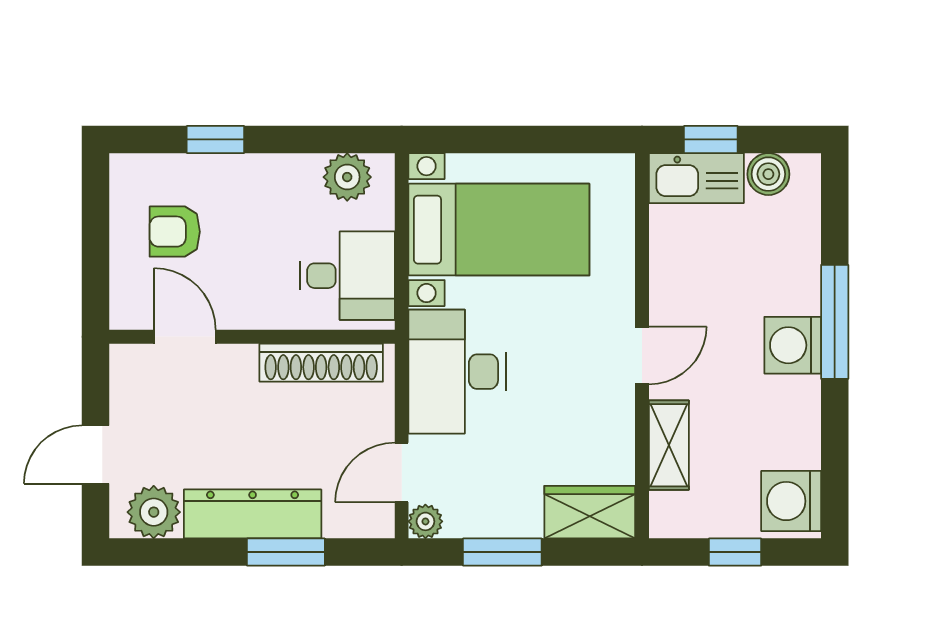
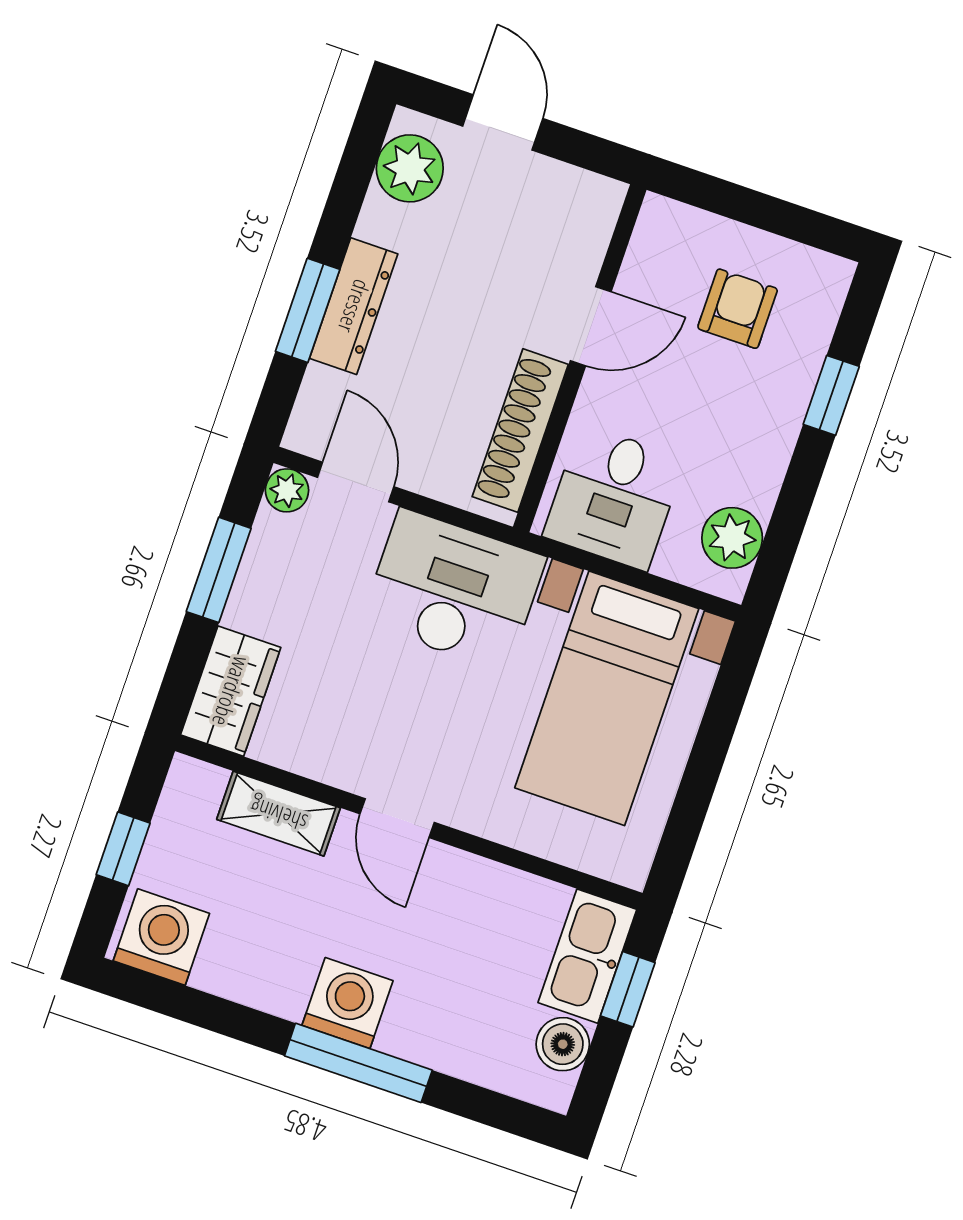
door: (185, 337) -> (591, 326), moved
dresser: (253, 514) -> (354, 306), width x0.73, depth x0.80

